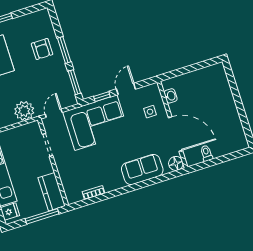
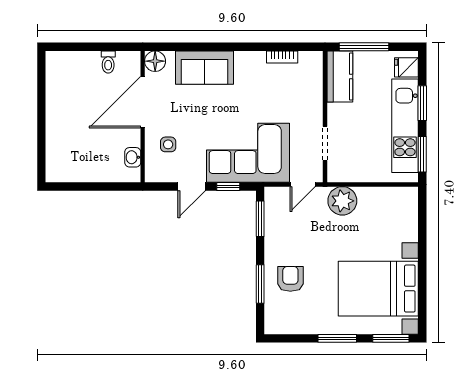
window: (64, 50) -> (260, 284), moved
door: (175, 134) -> (143, 102), hinge flipped

